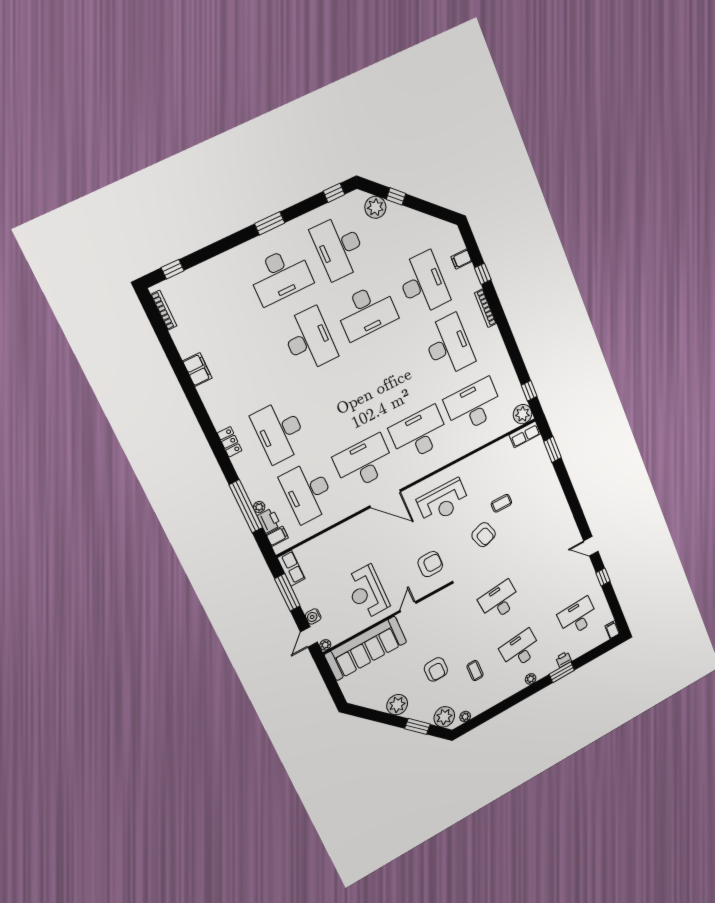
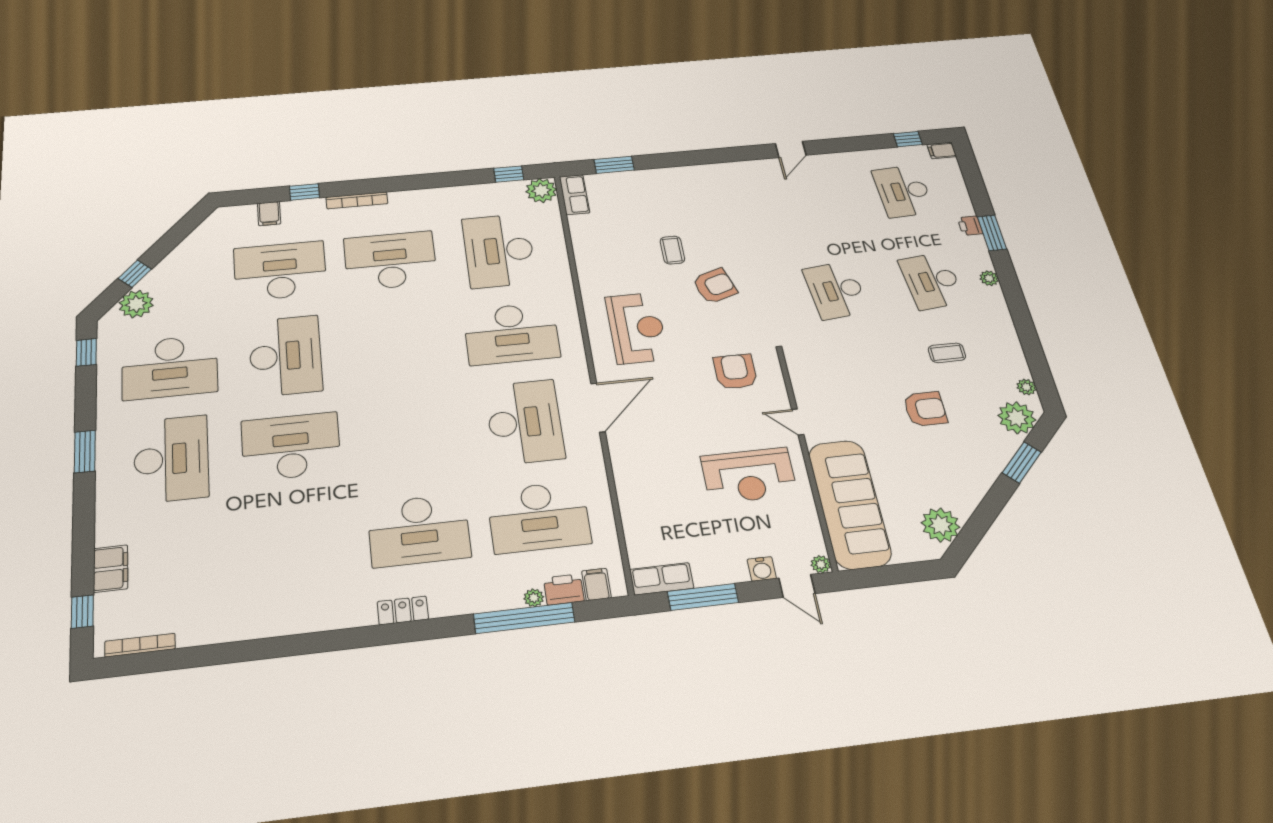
filing cabinet: (197, 370) -> (111, 569), moved, turned 90
desk: (419, 434) -> (511, 334), turned -90
desk: (364, 463) -> (525, 422), turned 180
window: (603, 577) -> (908, 139), moved
plant: (397, 705) -> (941, 525), moved

